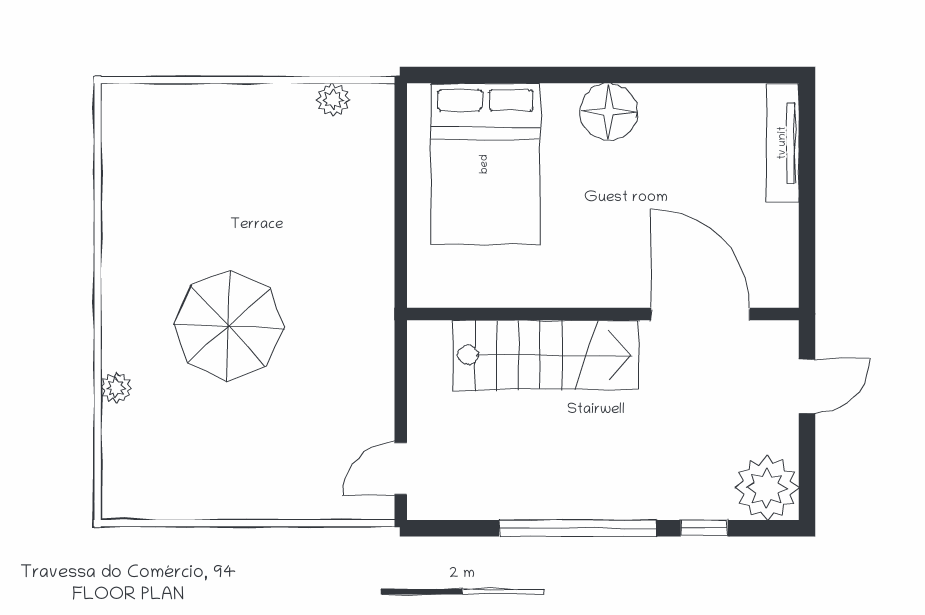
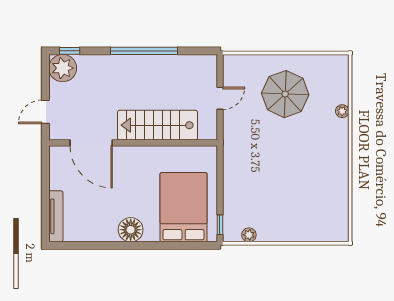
window: (401, 123) -> (220, 225), added
parasol: (228, 326) -> (285, 94), moved
door: (401, 469) -> (220, 98), moved
window: (704, 528) -> (70, 51), moved

